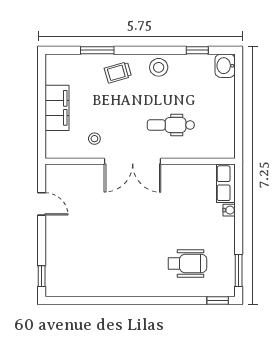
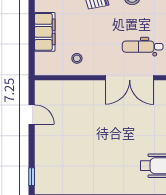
double door: (133, 161) -> (130, 78), moved

